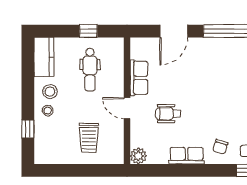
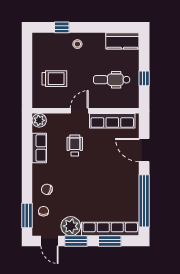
row of seats: (139, 78) -> (112, 121), width x1.48
stool: (50, 92) -> (93, 46), removed
trolley: (89, 138) -> (54, 79), turned 180
row of seats: (187, 156) -> (39, 148), moved

